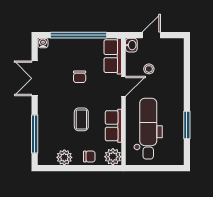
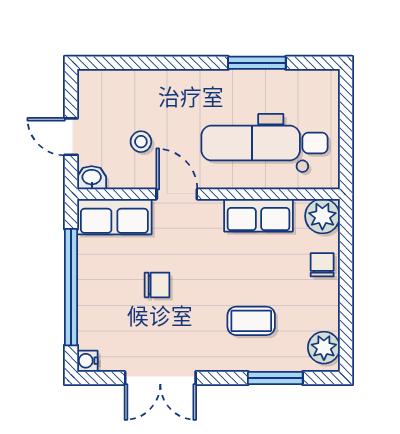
coffee table: (81, 119) -> (251, 321), moved
window: (35, 134) -> (275, 378), width x0.69
plant: (64, 157) -> (324, 348), moved

